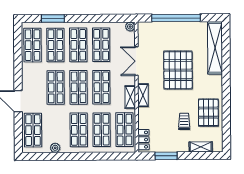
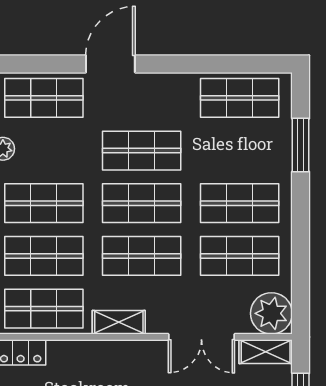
plant: (130, 27) -> (271, 313), width x1.88, depth x1.88
shop shelf: (55, 45) -> (240, 151), removed
double door: (136, 61) -> (201, 337), swing flipped
shelving: (143, 95) -> (266, 352), moved

